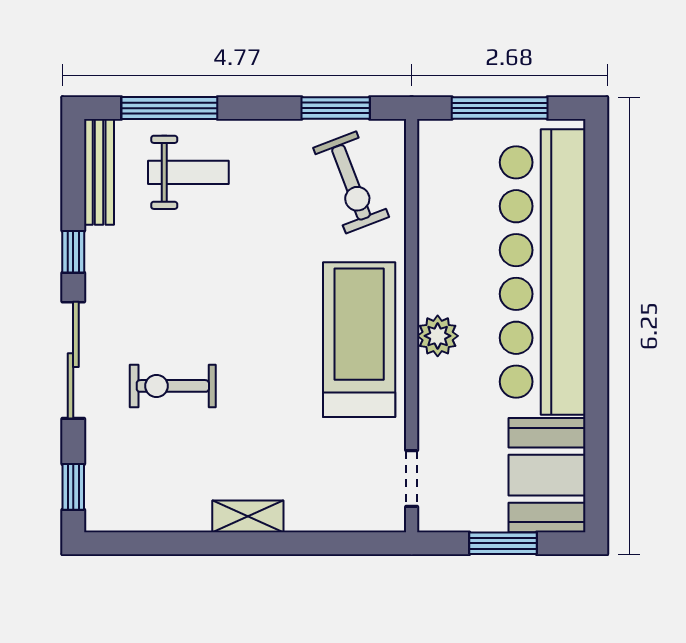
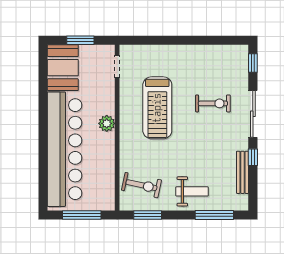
bench: (99, 172) -> (243, 172), moved
weight bench: (188, 172) -> (192, 191), moved, turned 180
exercise bike: (351, 182) -> (141, 185), turned 123
treadmill: (359, 340) -> (157, 108), moved
shelving: (248, 516) -> (183, 51), removed

